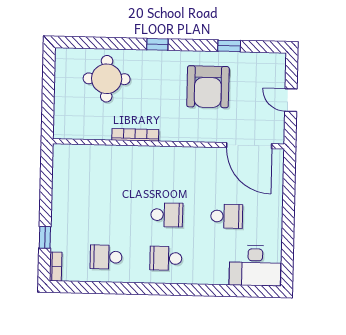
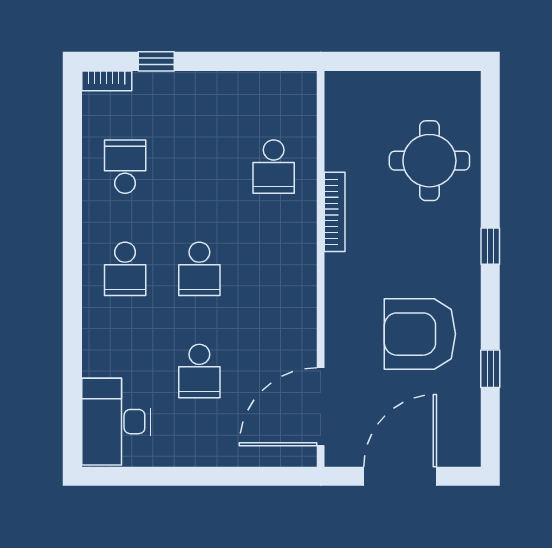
door: (291, 100) -> (400, 476), width x1.87
school desk: (108, 170) -> (274, 167), added
school desk: (166, 258) -> (125, 269), turned 180

